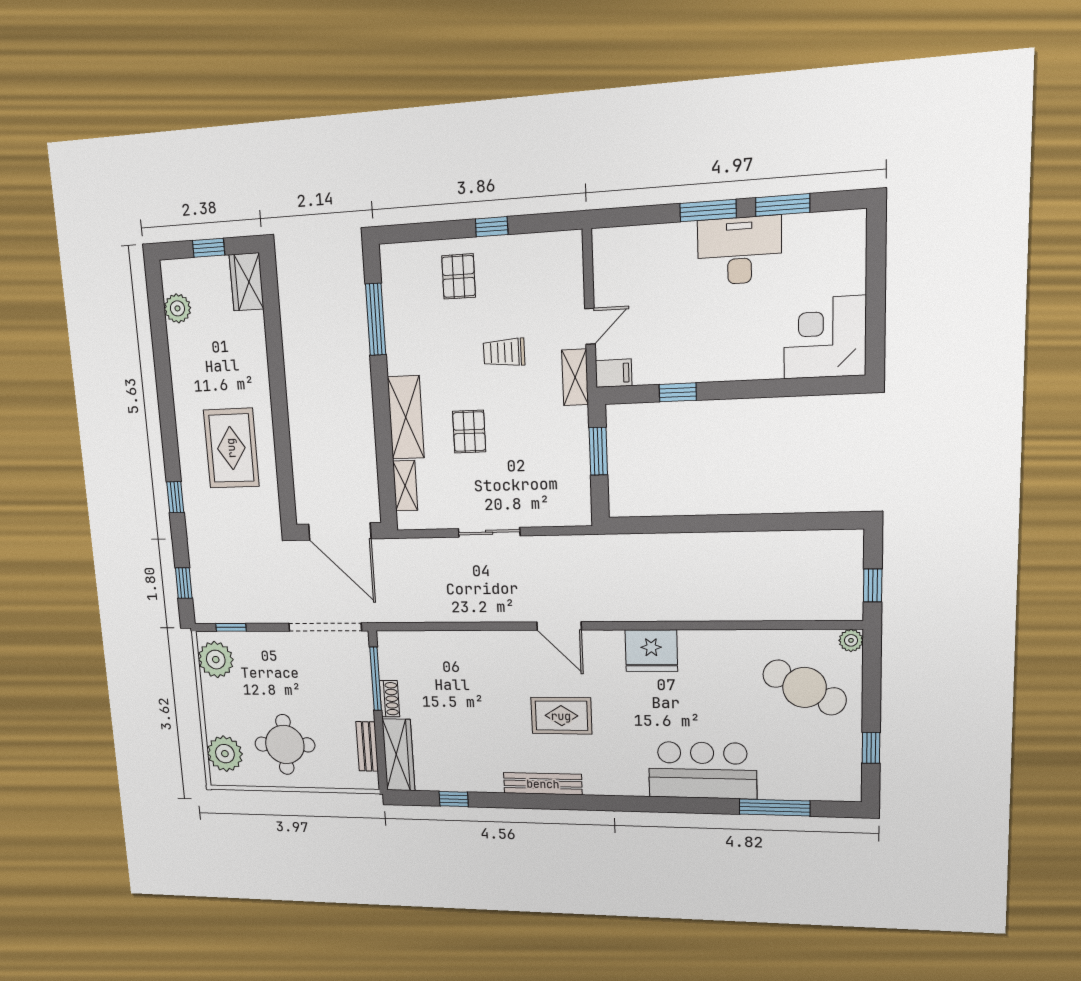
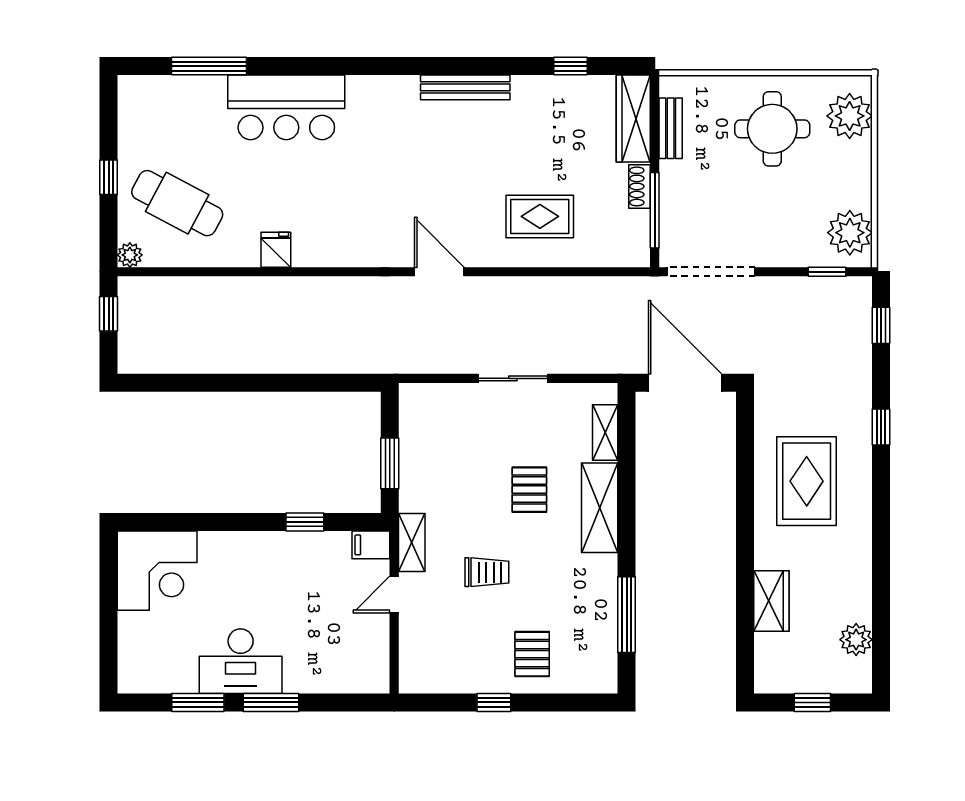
wardrobe: (247, 282) -> (771, 601), moved
fridge: (651, 651) -> (276, 250), moved, width x0.53, depth x0.75
rug: (561, 716) -> (540, 216), moved
window: (871, 748) -> (109, 177), moved

